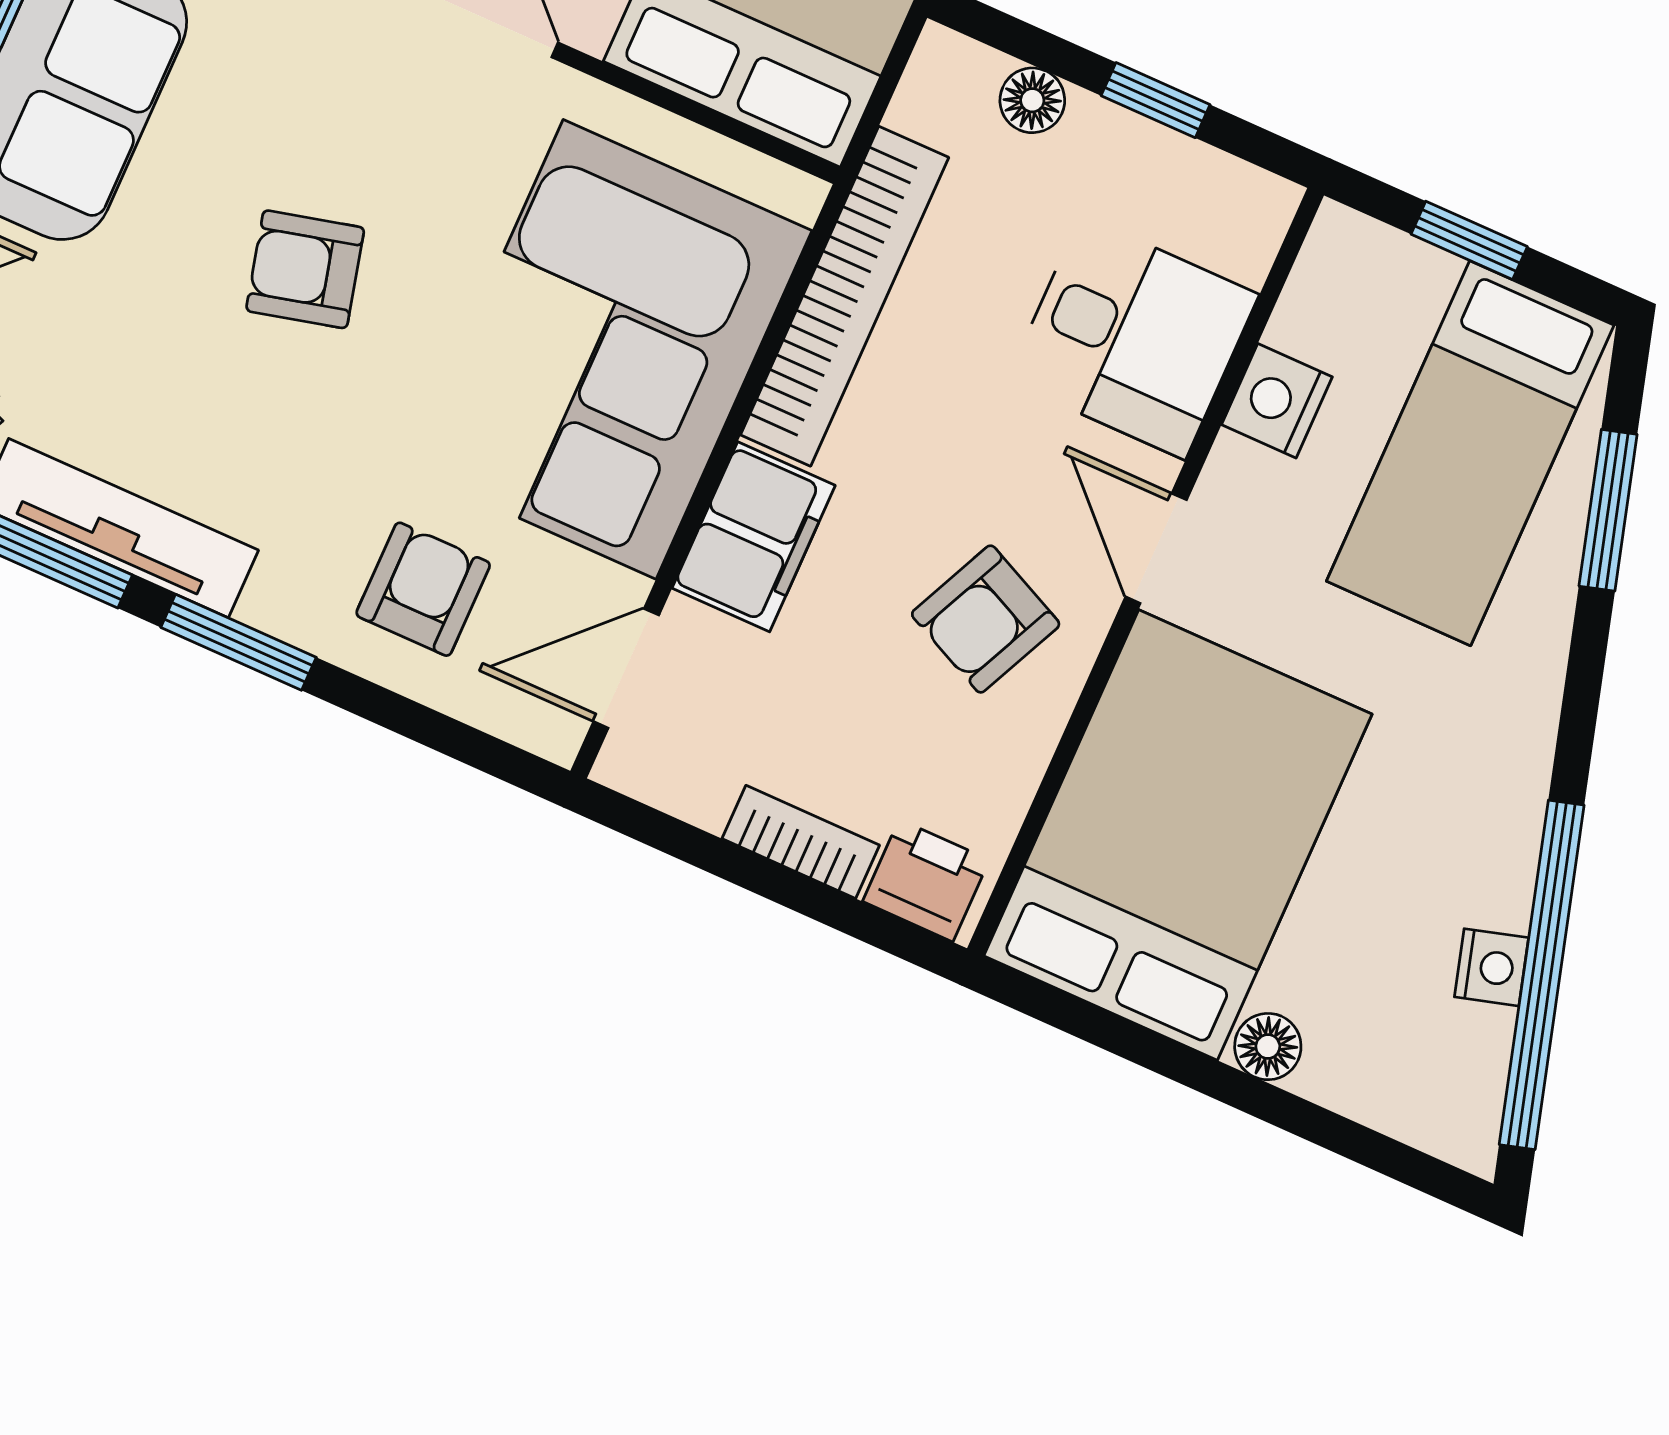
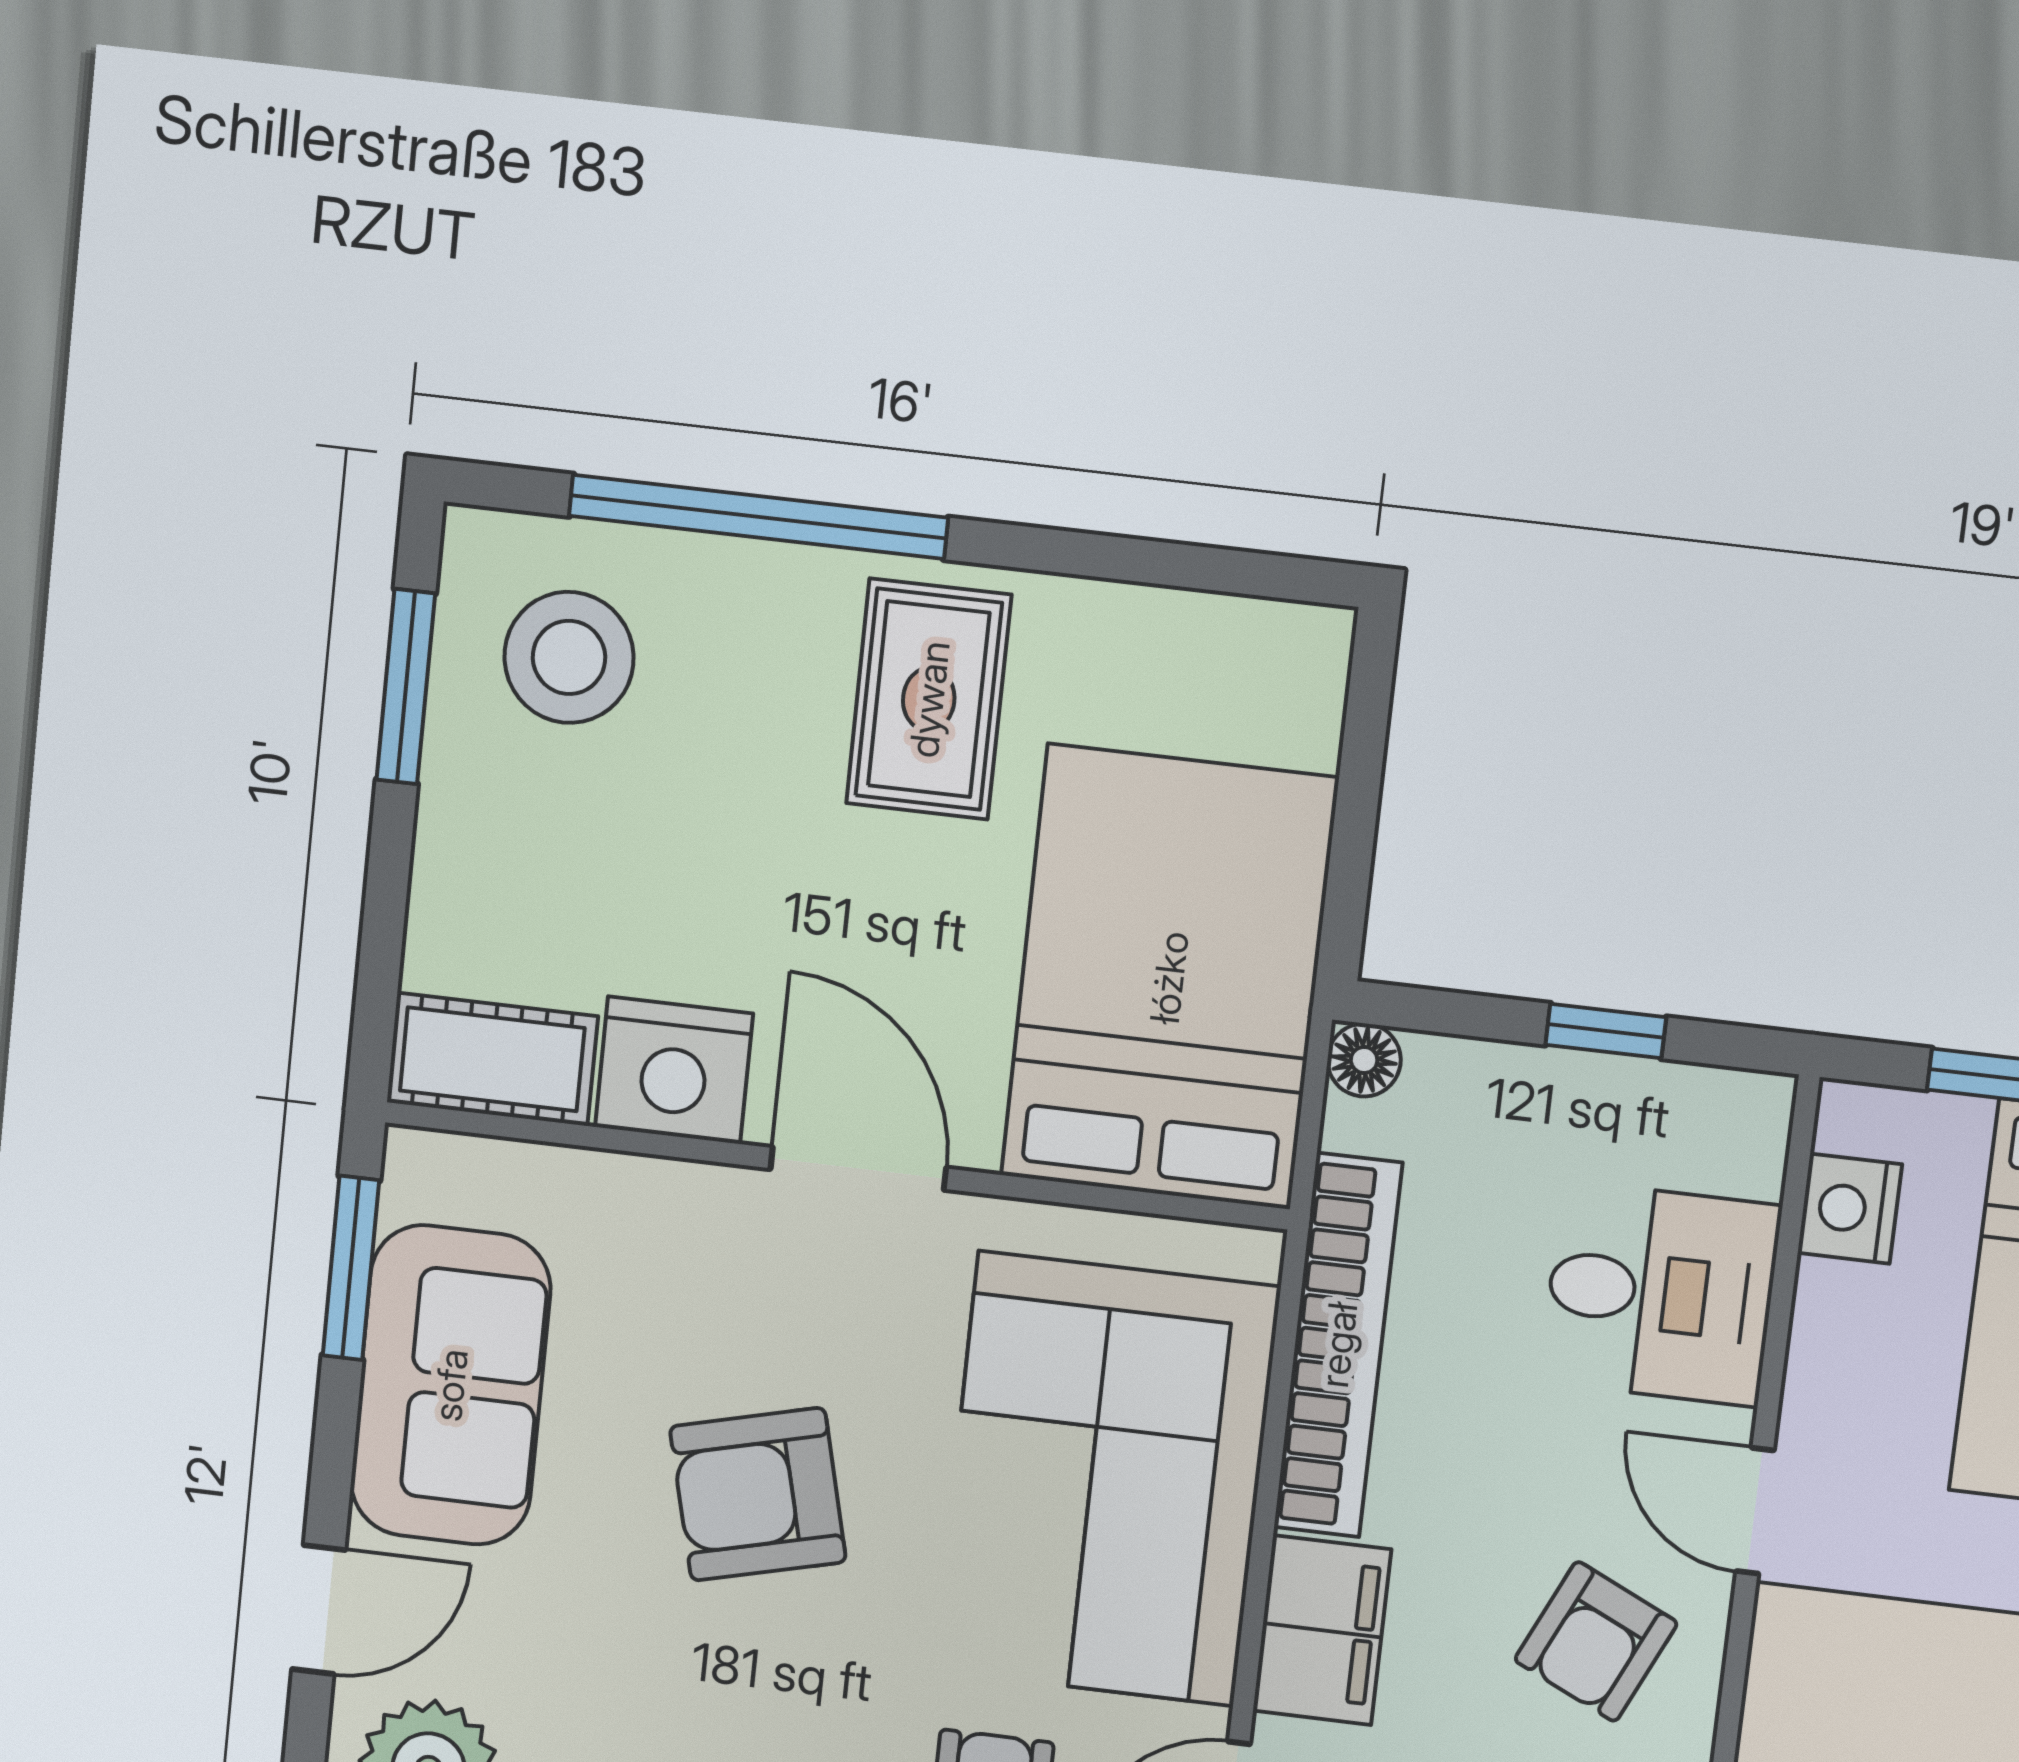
floor lamp: (1032, 100) -> (1364, 1060), moved
armchair: (305, 269) -> (758, 1494), width x1.38, depth x1.38
nightstand: (1277, 401) -> (1850, 1209), moved

